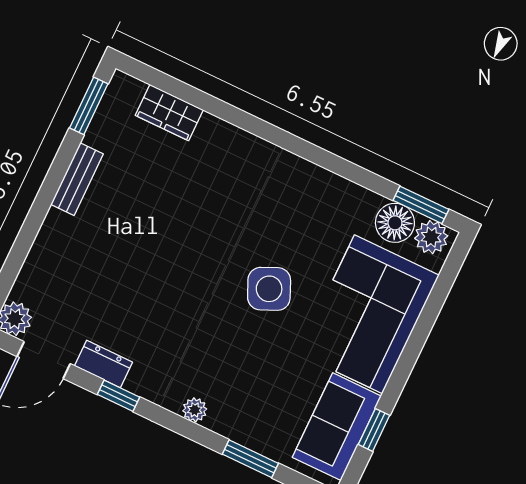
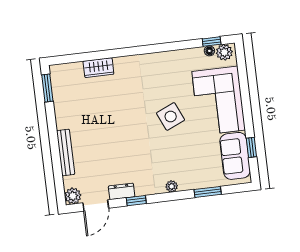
wardrobe: (169, 113) -> (98, 68), moved
bench: (77, 179) -> (66, 152), moved, width x1.36
window: (421, 205) -> (212, 42), width x0.67
floor lamp: (395, 223) -> (209, 51), width x0.53, depth x0.53

